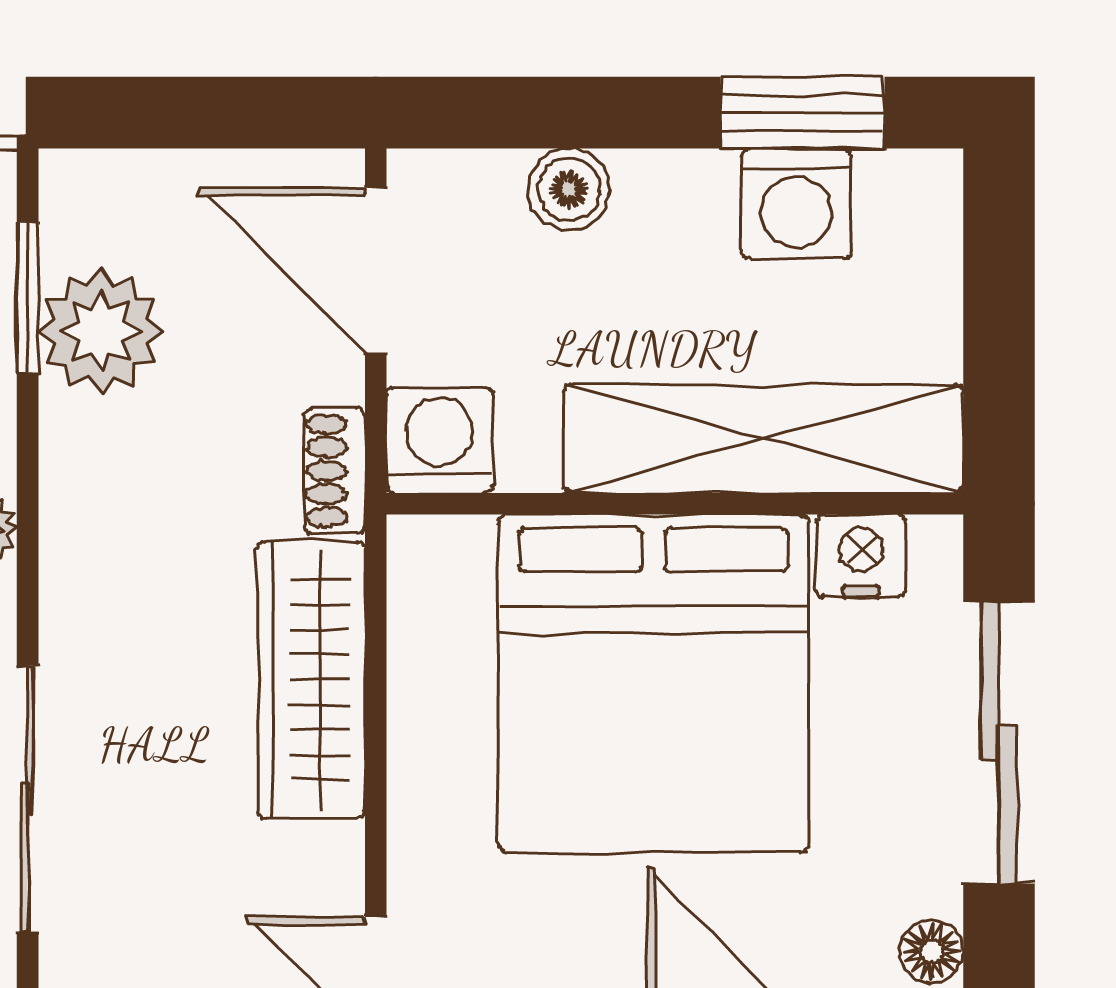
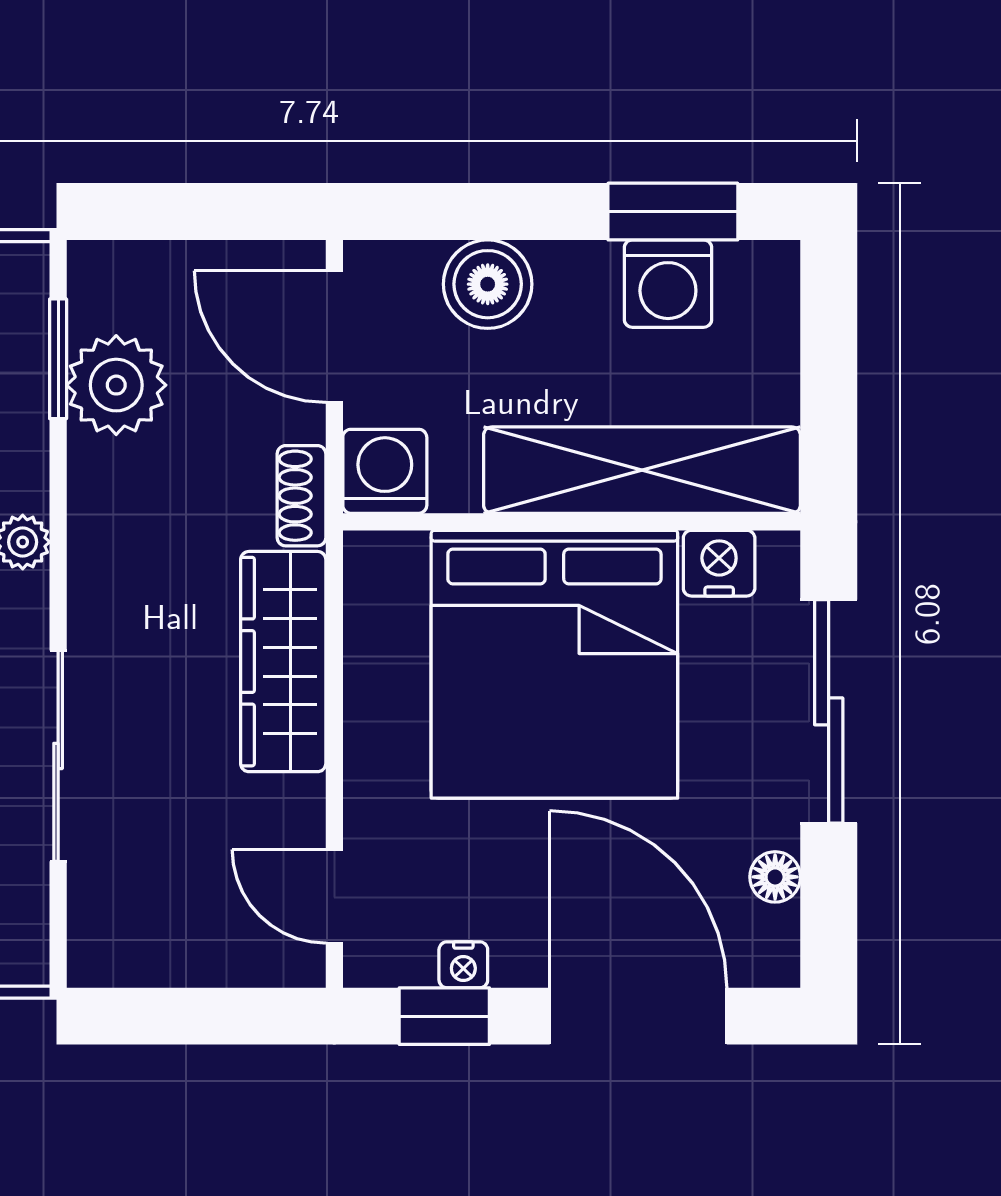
boiler: (569, 189) -> (488, 284), width x1.36, depth x1.36

